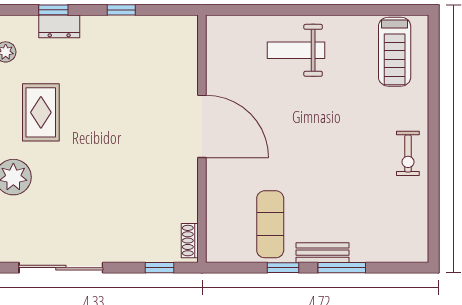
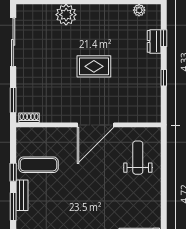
weight bench: (296, 50) -> (138, 158), moved
rug: (41, 112) -> (94, 66), moved
window: (160, 268) -> (13, 100), width x1.50

